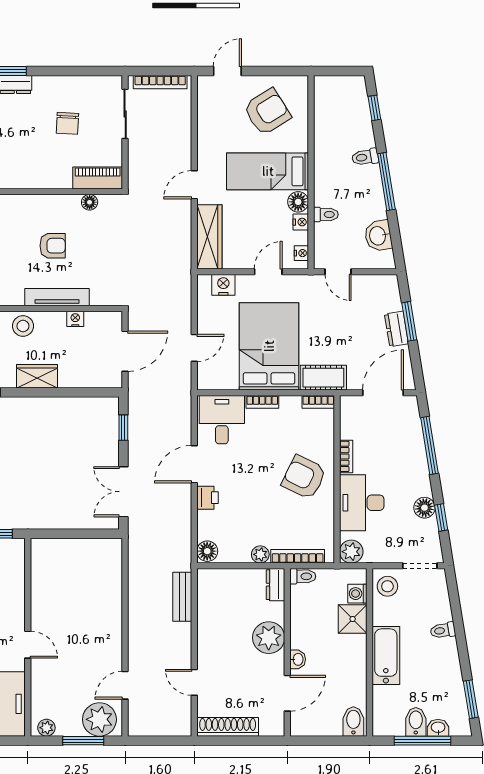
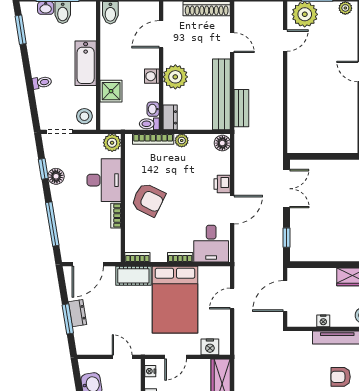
washing machine: (357, 594) -> (152, 76), moved, turned 180
bench: (208, 615) -> (221, 94), added
washbasin: (298, 659) -> (153, 109), moved

